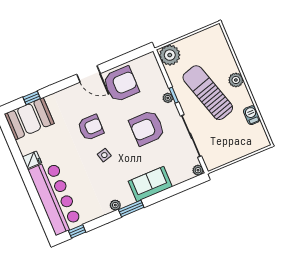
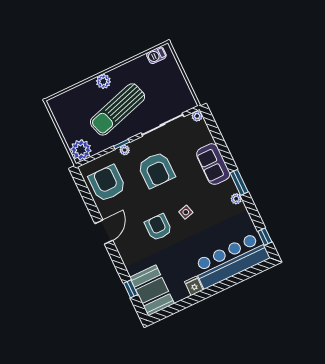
armchair: (121, 84) -> (107, 183), moved
barbecue: (252, 115) -> (156, 55), moved

